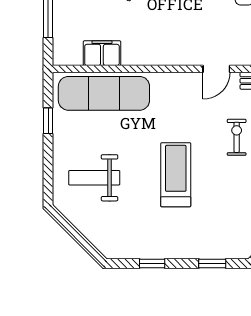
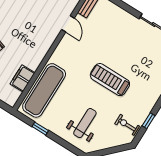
exercise bike: (237, 137) -> (127, 125), moved
weight bench: (94, 178) -> (85, 123), turned 180

